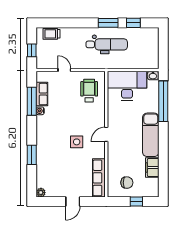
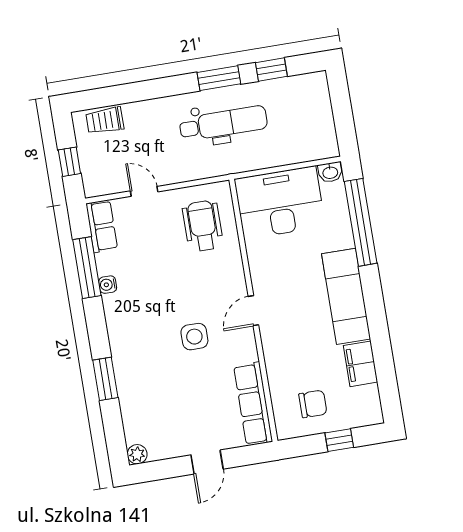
row of seats: (42, 94) -> (102, 226), moved

